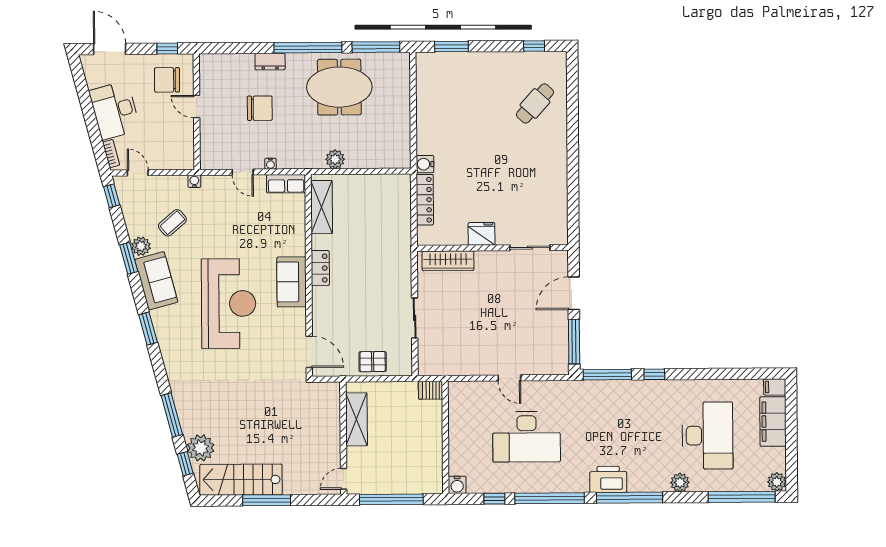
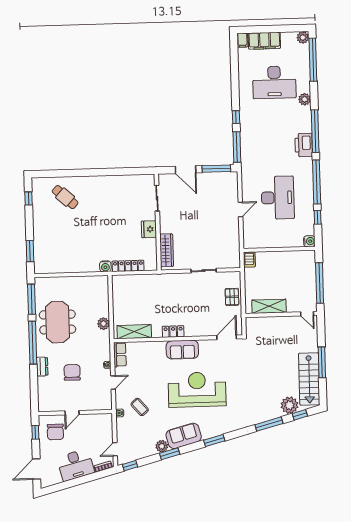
coffee table: (172, 223) -> (140, 407), moved
desk: (707, 436) -> (274, 82), turned 180

